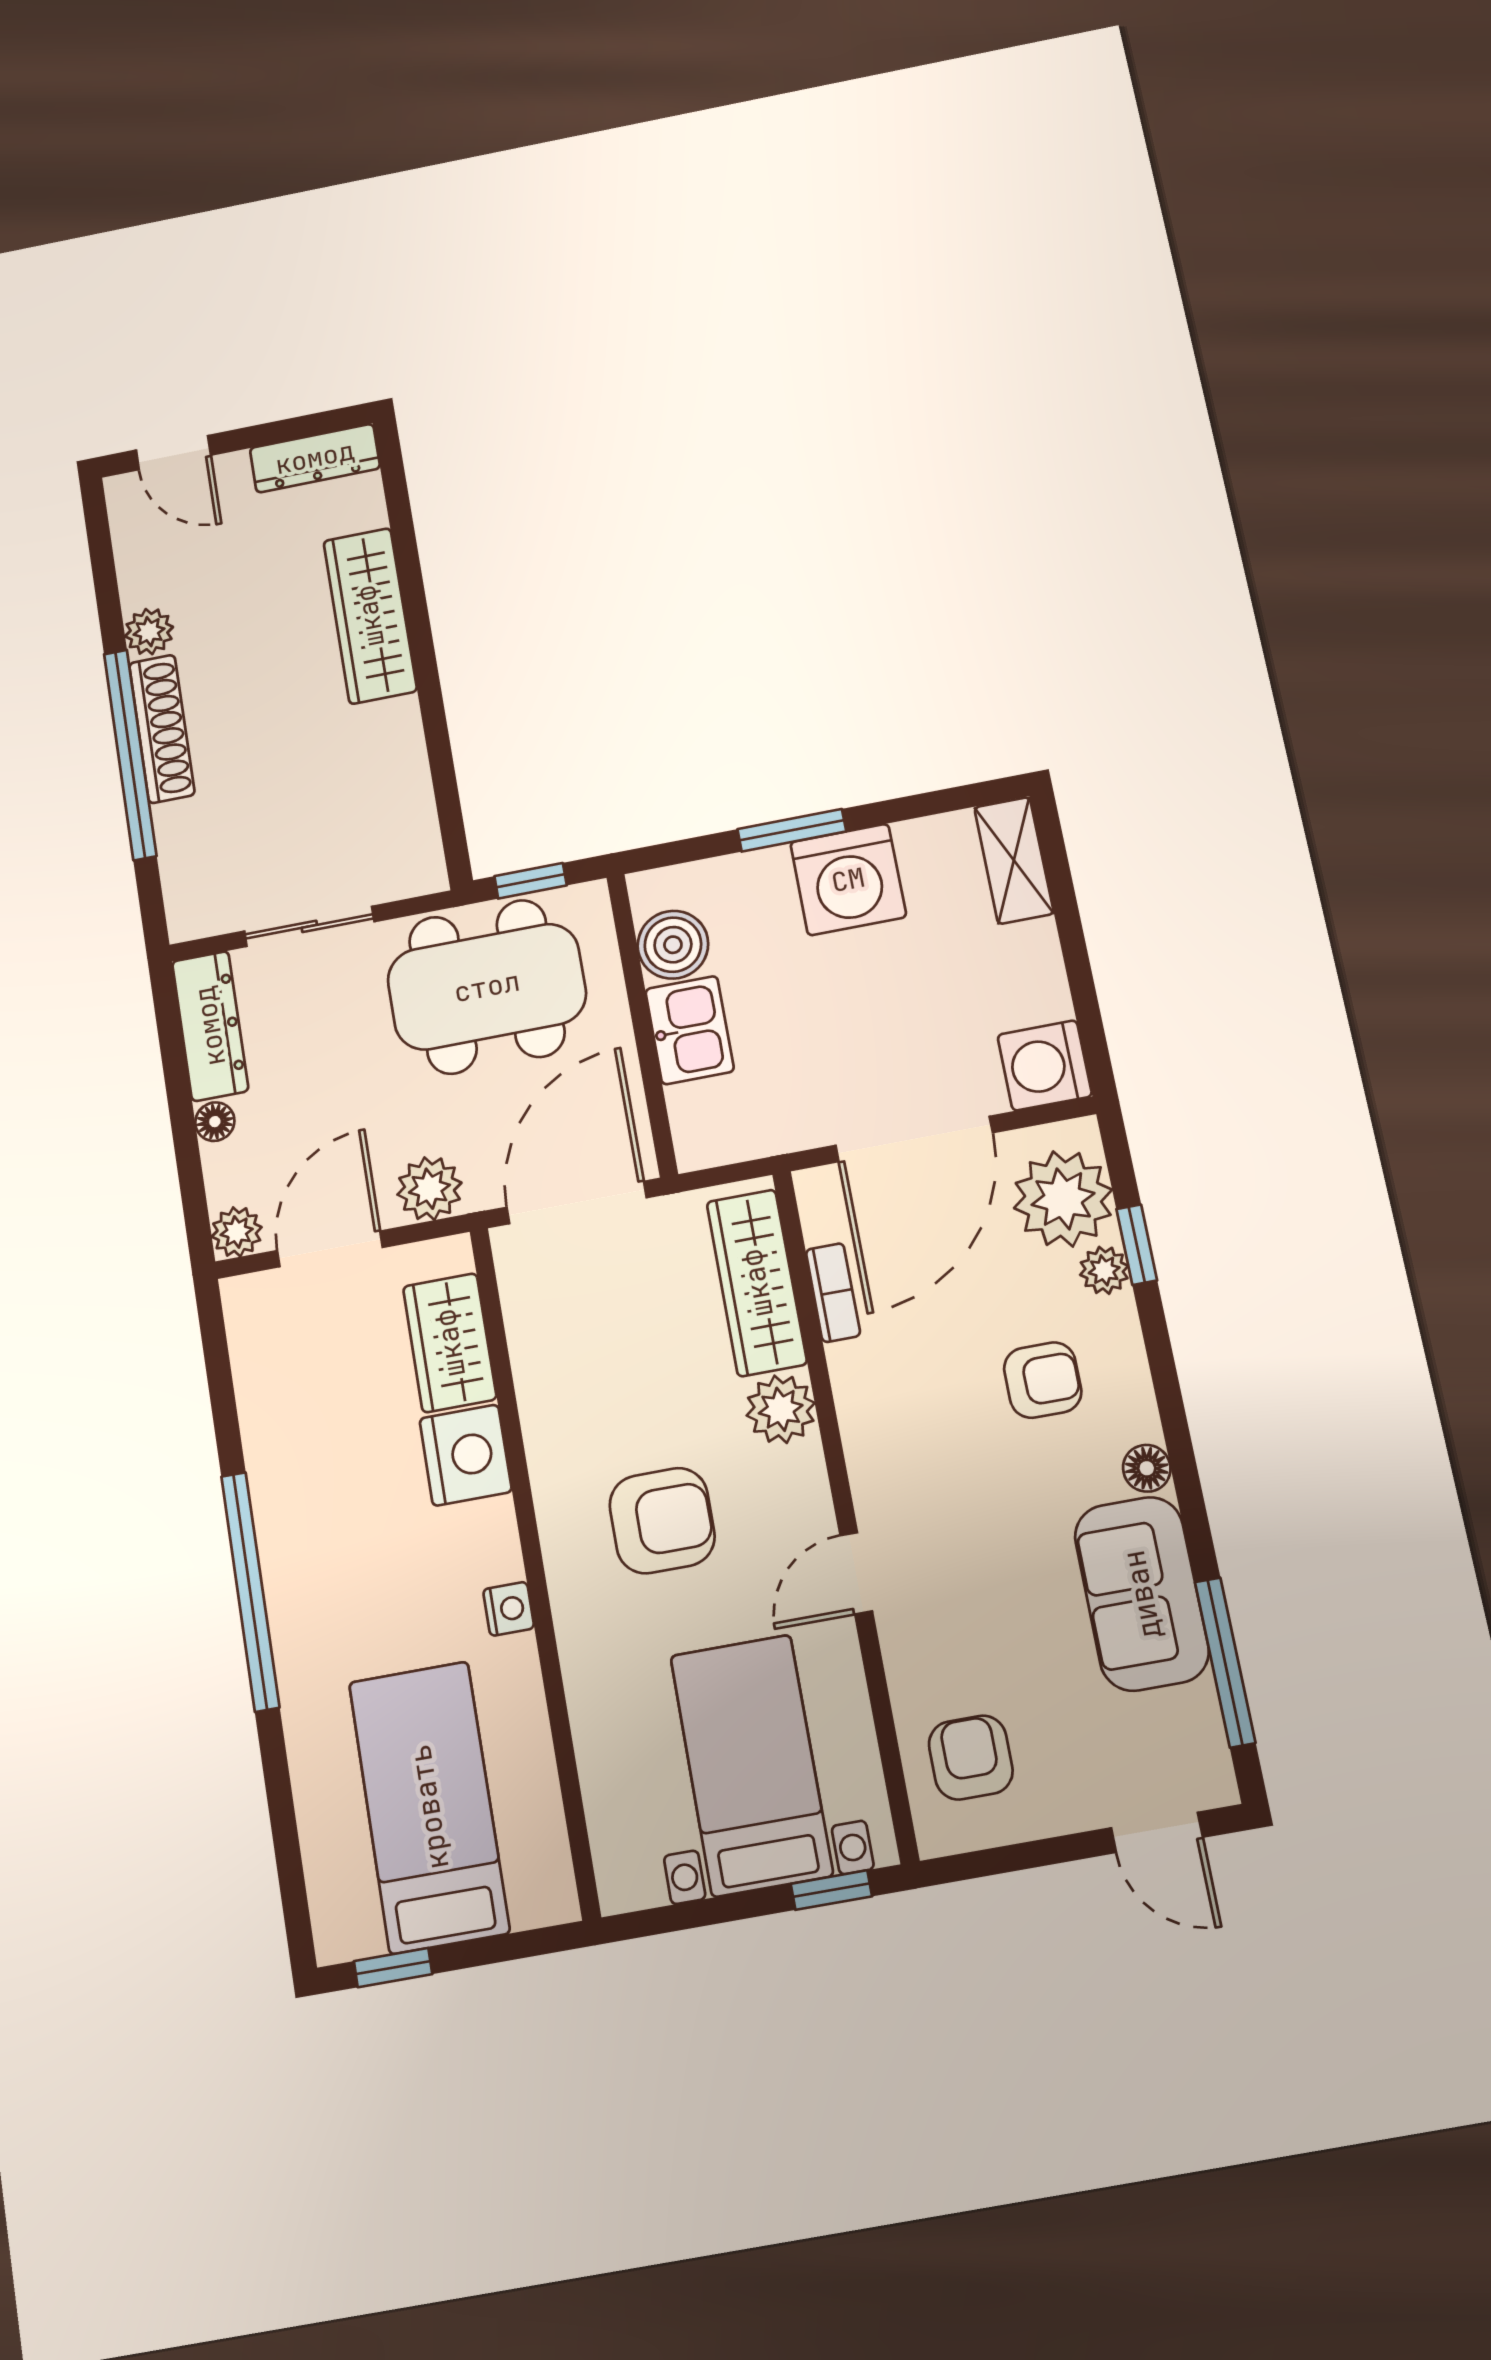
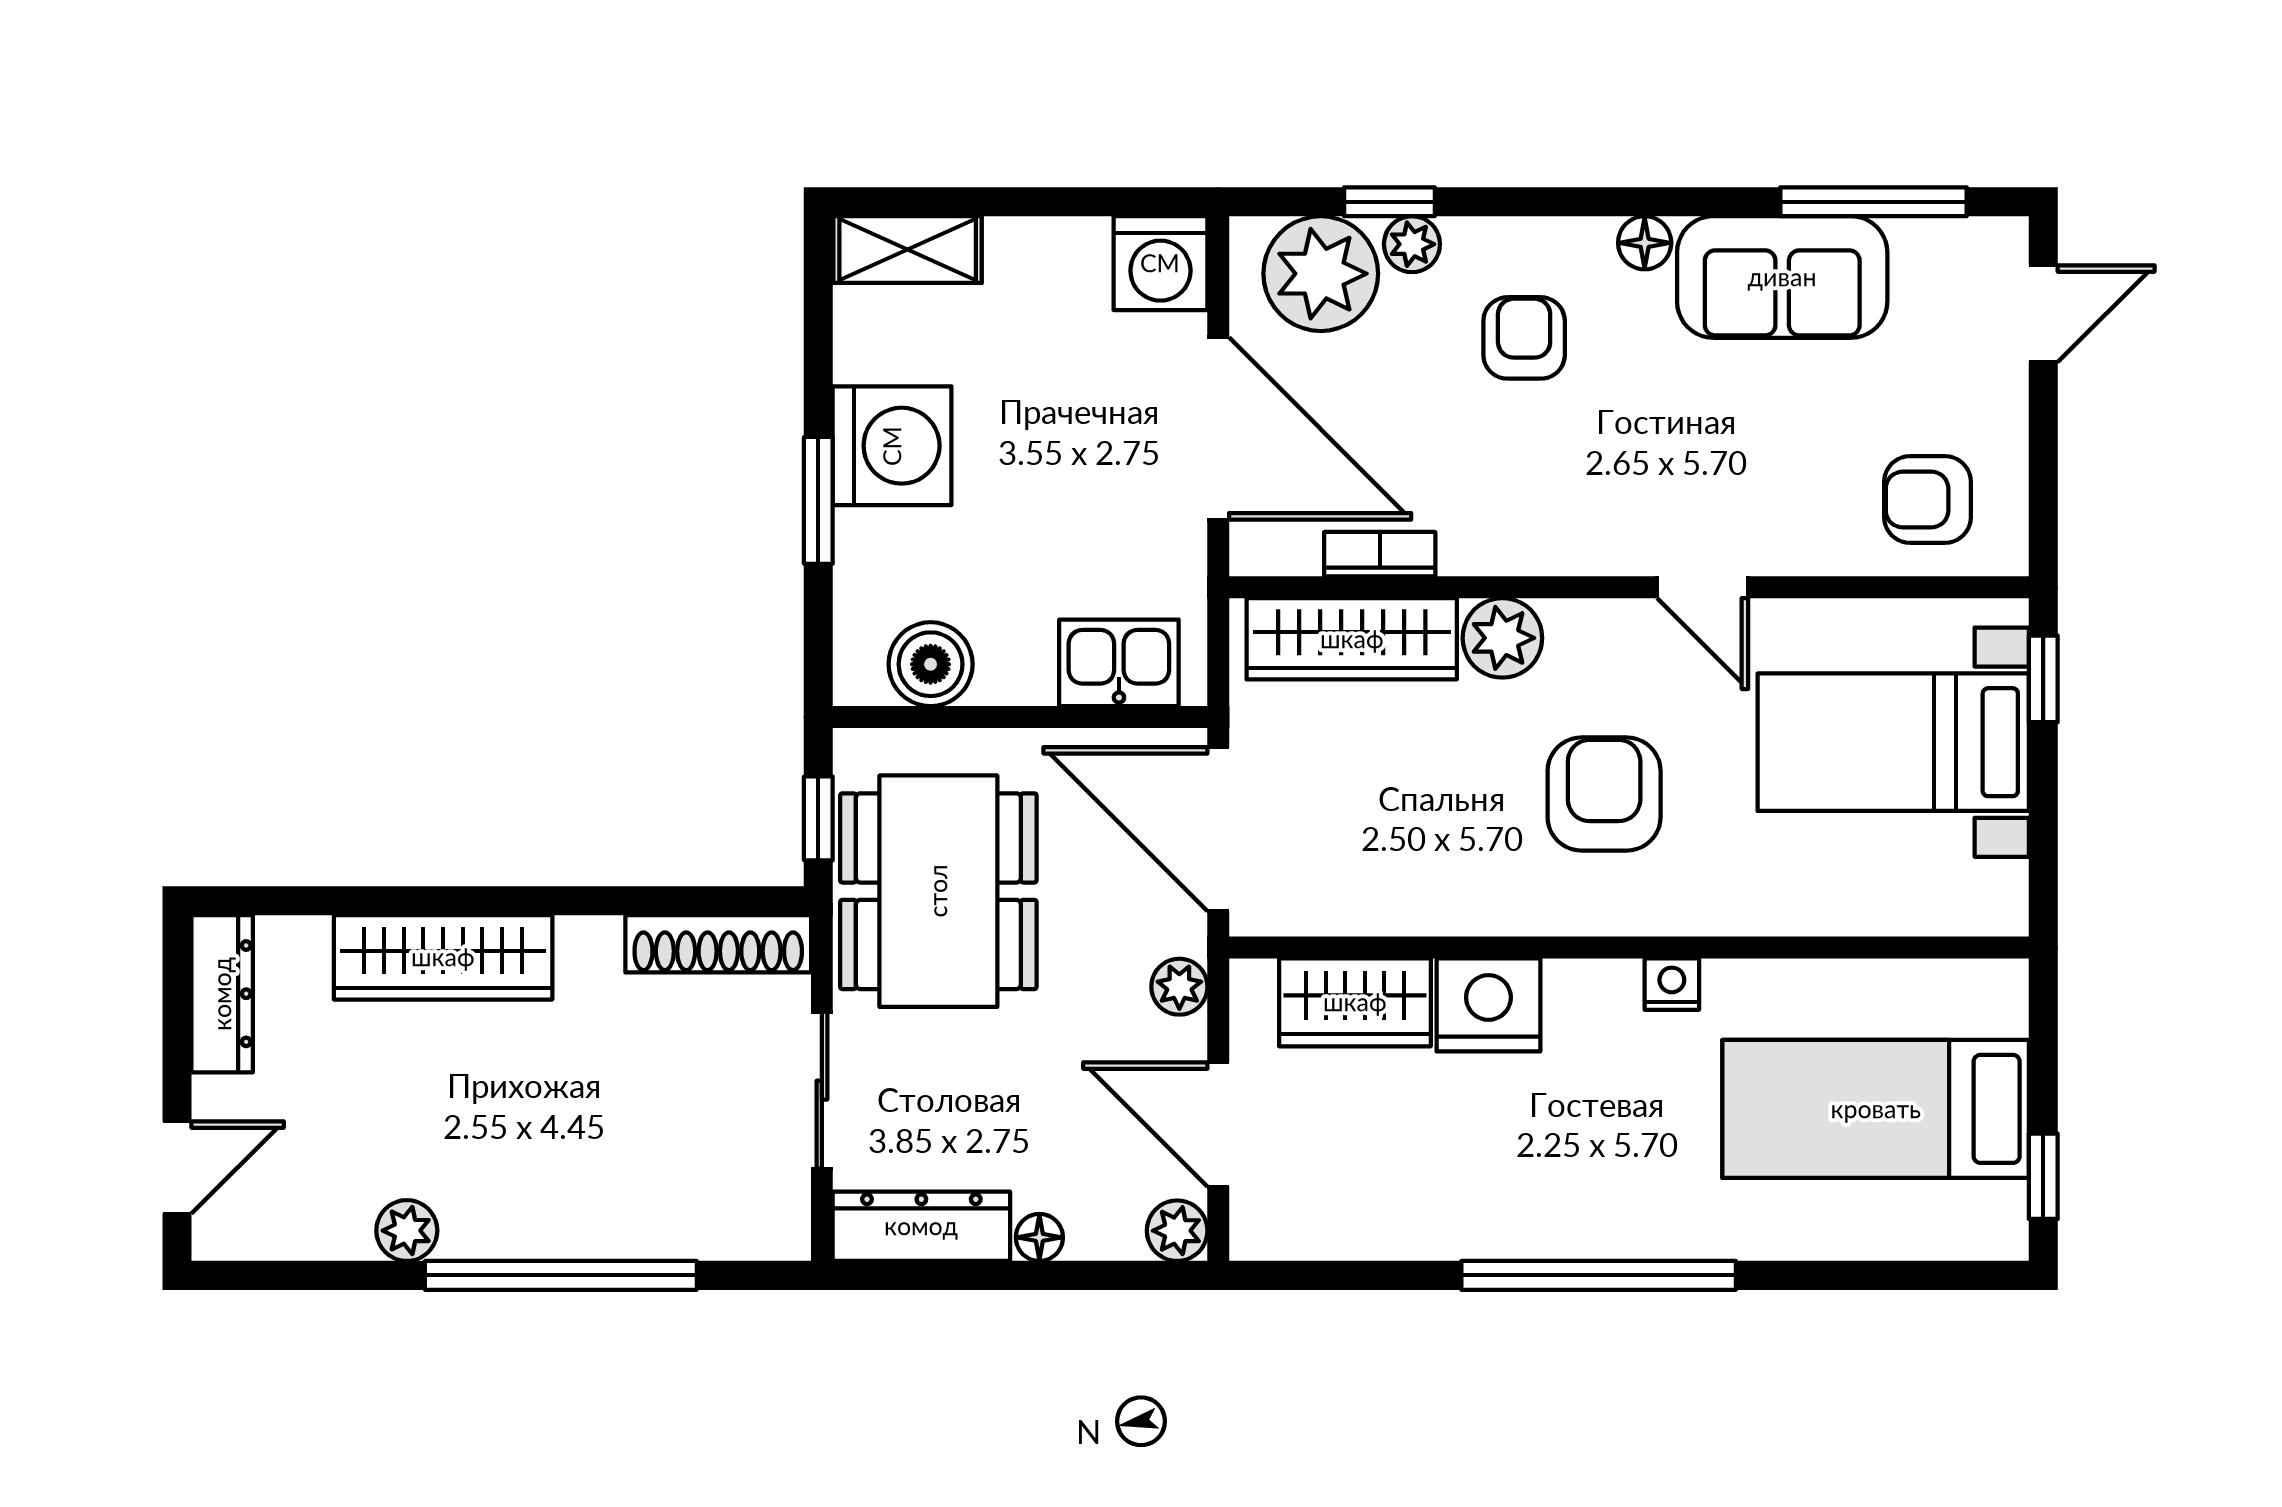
shoe rack: (162, 729) -> (718, 944), moved, turned 180
kitchen sink: (690, 1030) -> (1119, 663), moved
plant: (429, 1189) -> (1179, 987), width x0.73, depth x0.73

